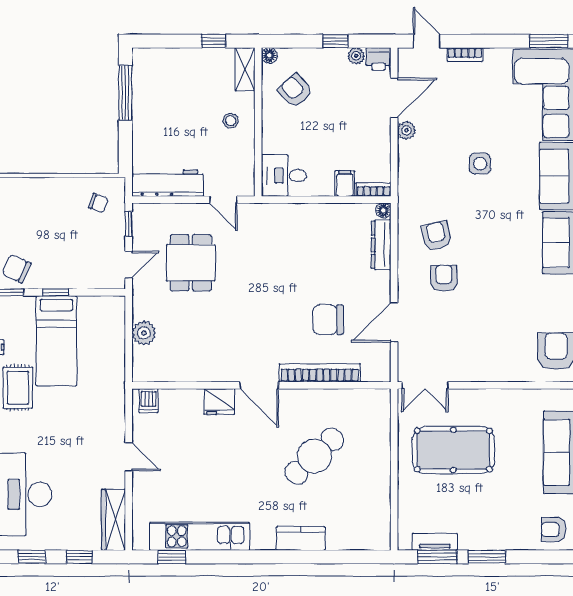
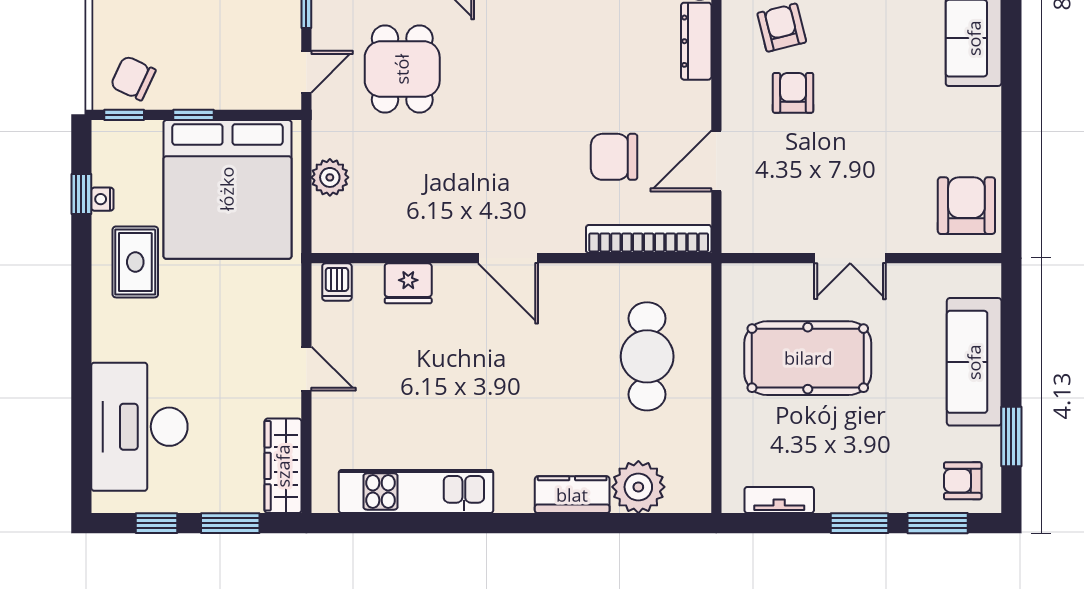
bed: (56, 341) -> (227, 189), width x2.04
bookcase: (320, 373) -> (649, 239), moved
double door: (425, 385) -> (850, 258), moved
fridge: (219, 402) -> (408, 283), moved
cafe table: (314, 456) -> (647, 356), moved, turned -47
plant: (344, 533) -> (638, 487), added
window: (79, 557) -> (230, 523), width x1.50
window: (172, 557) -> (373, 523), removed
window: (437, 557) -> (938, 523), moved

